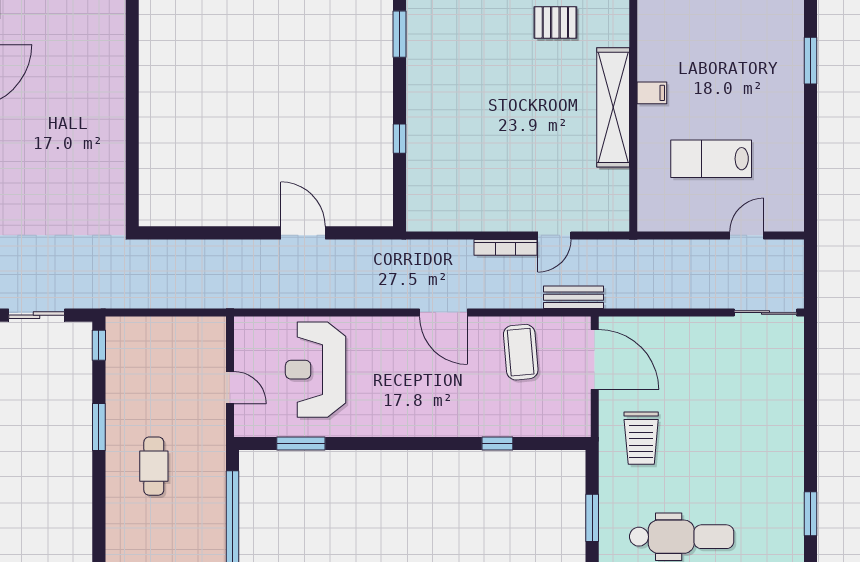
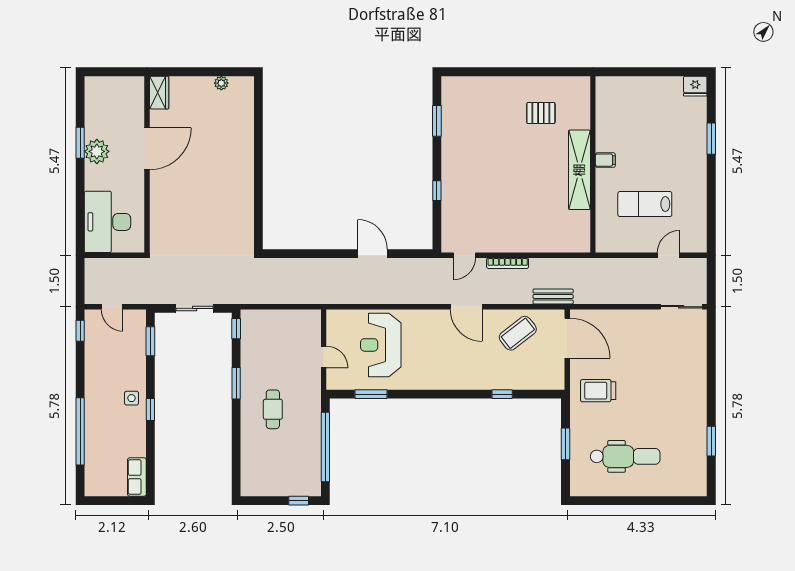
door: (554, 235) -> (464, 255), moved
coffee table: (521, 352) -> (518, 333), turned 57
trolley: (641, 438) -> (598, 391), turned 90

